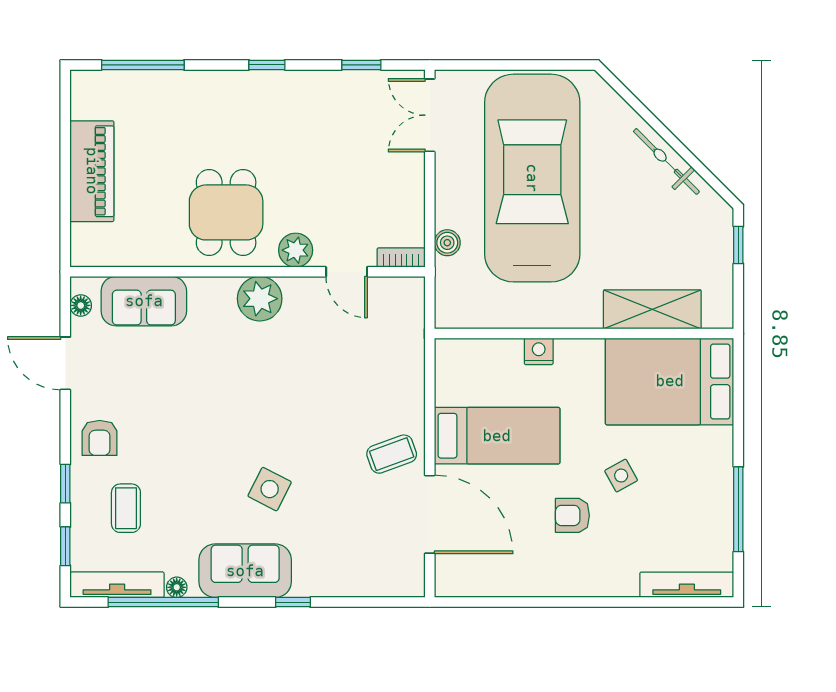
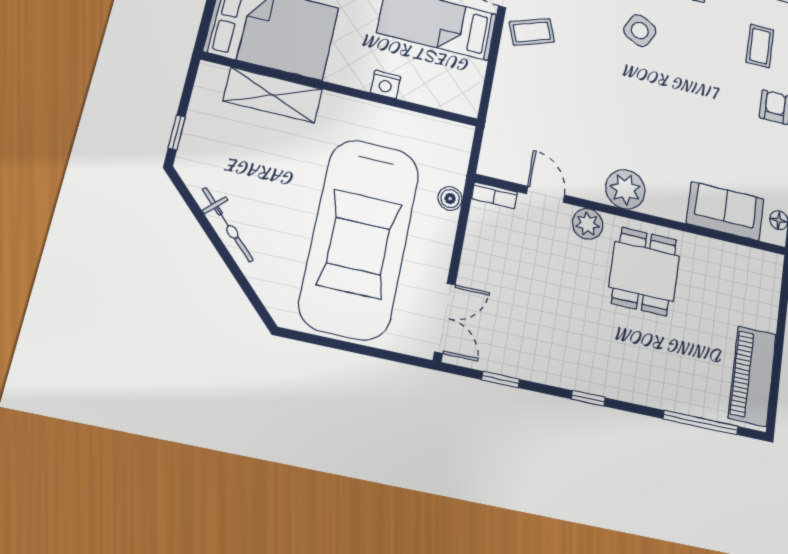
piano: (92, 171) -> (752, 376), moved

